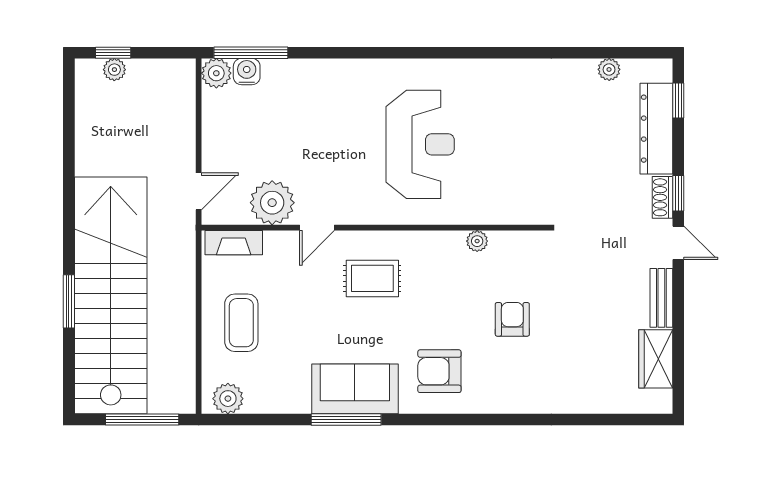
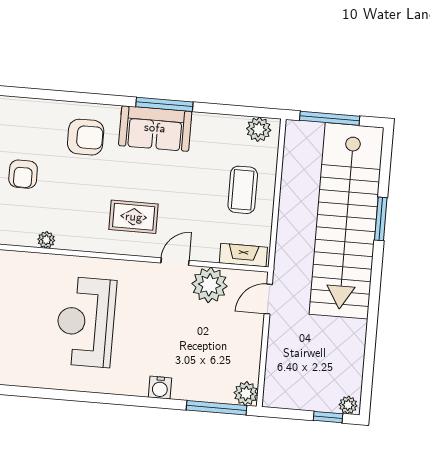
plant: (114, 70) -> (348, 405), moved
water cooler: (247, 72) -> (160, 388), moved

